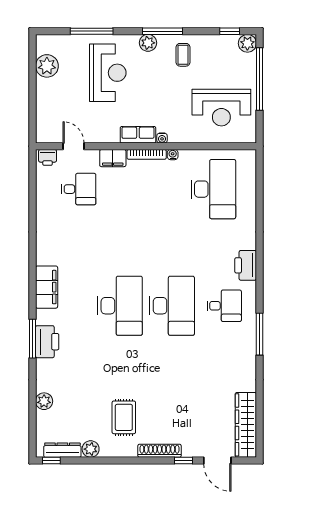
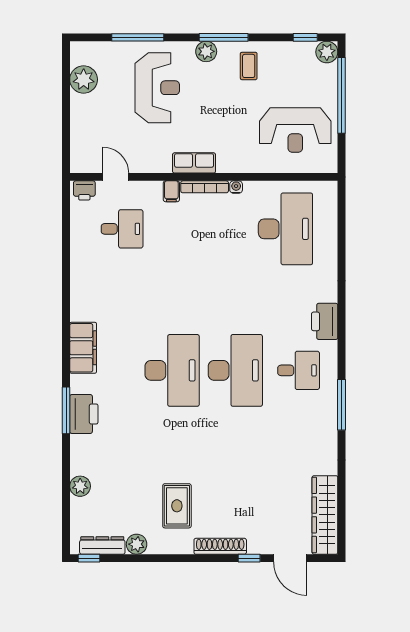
water cooler: (162, 138) -> (223, 167), removed
filing cabinet: (113, 158) -> (171, 191), width x0.50

